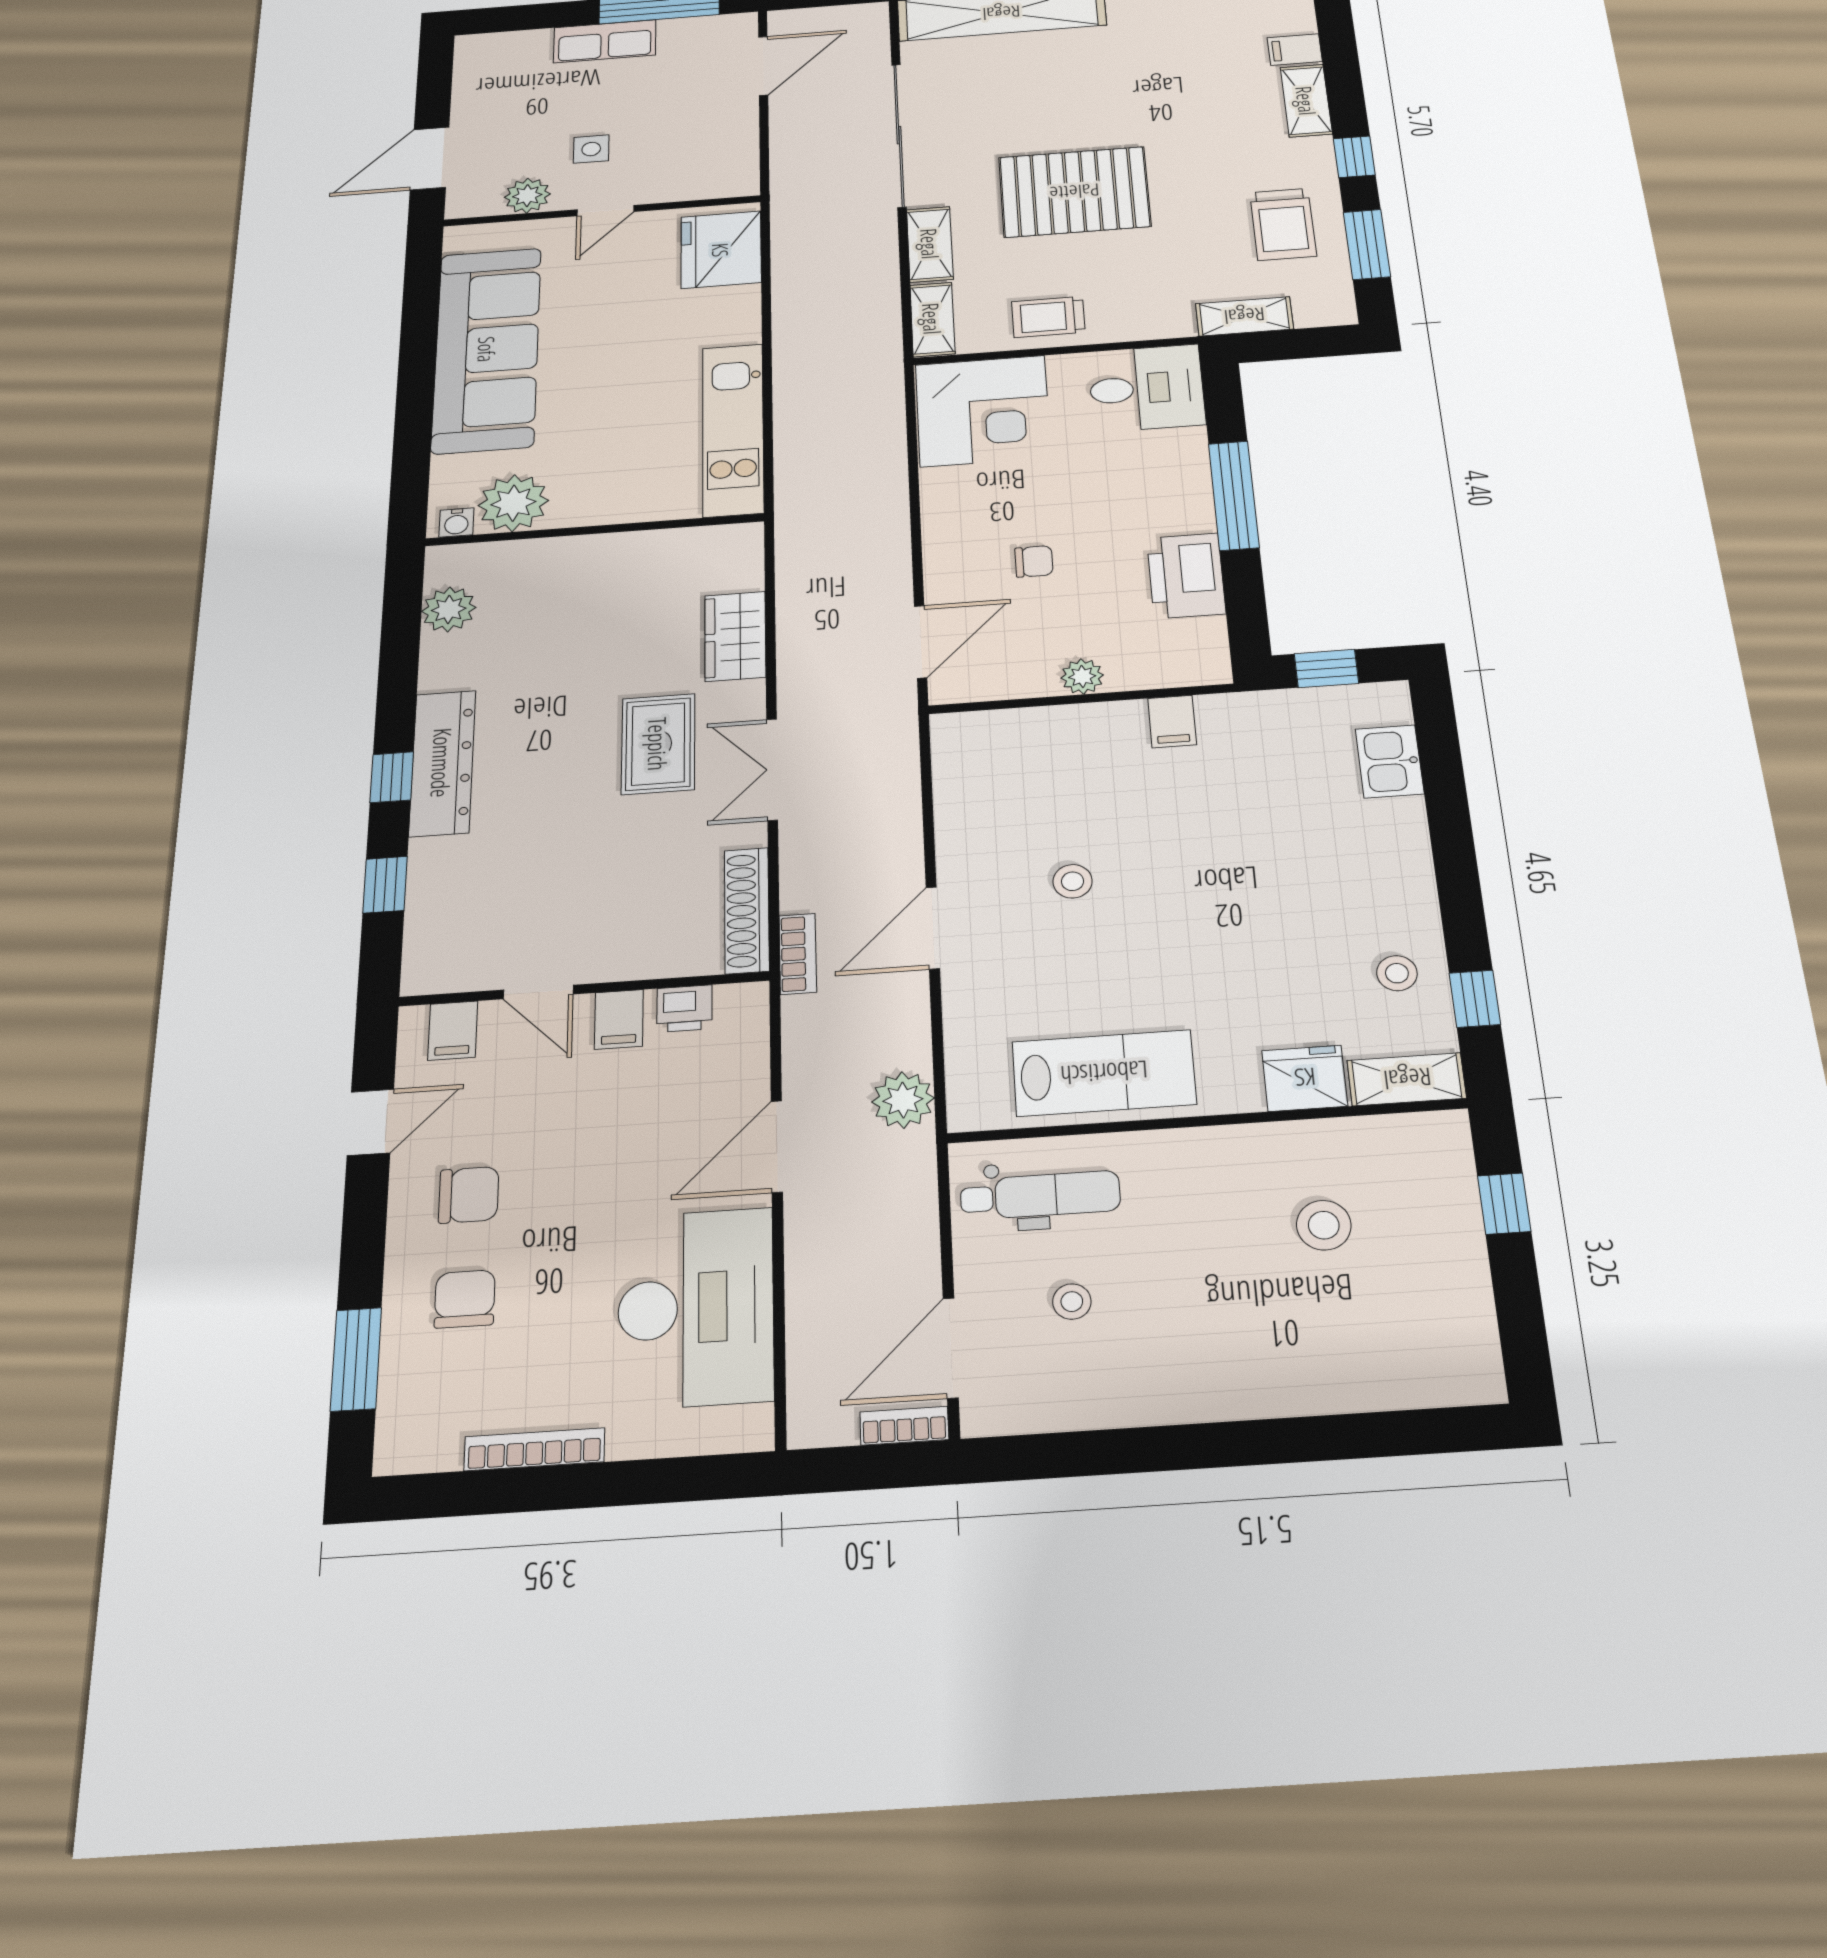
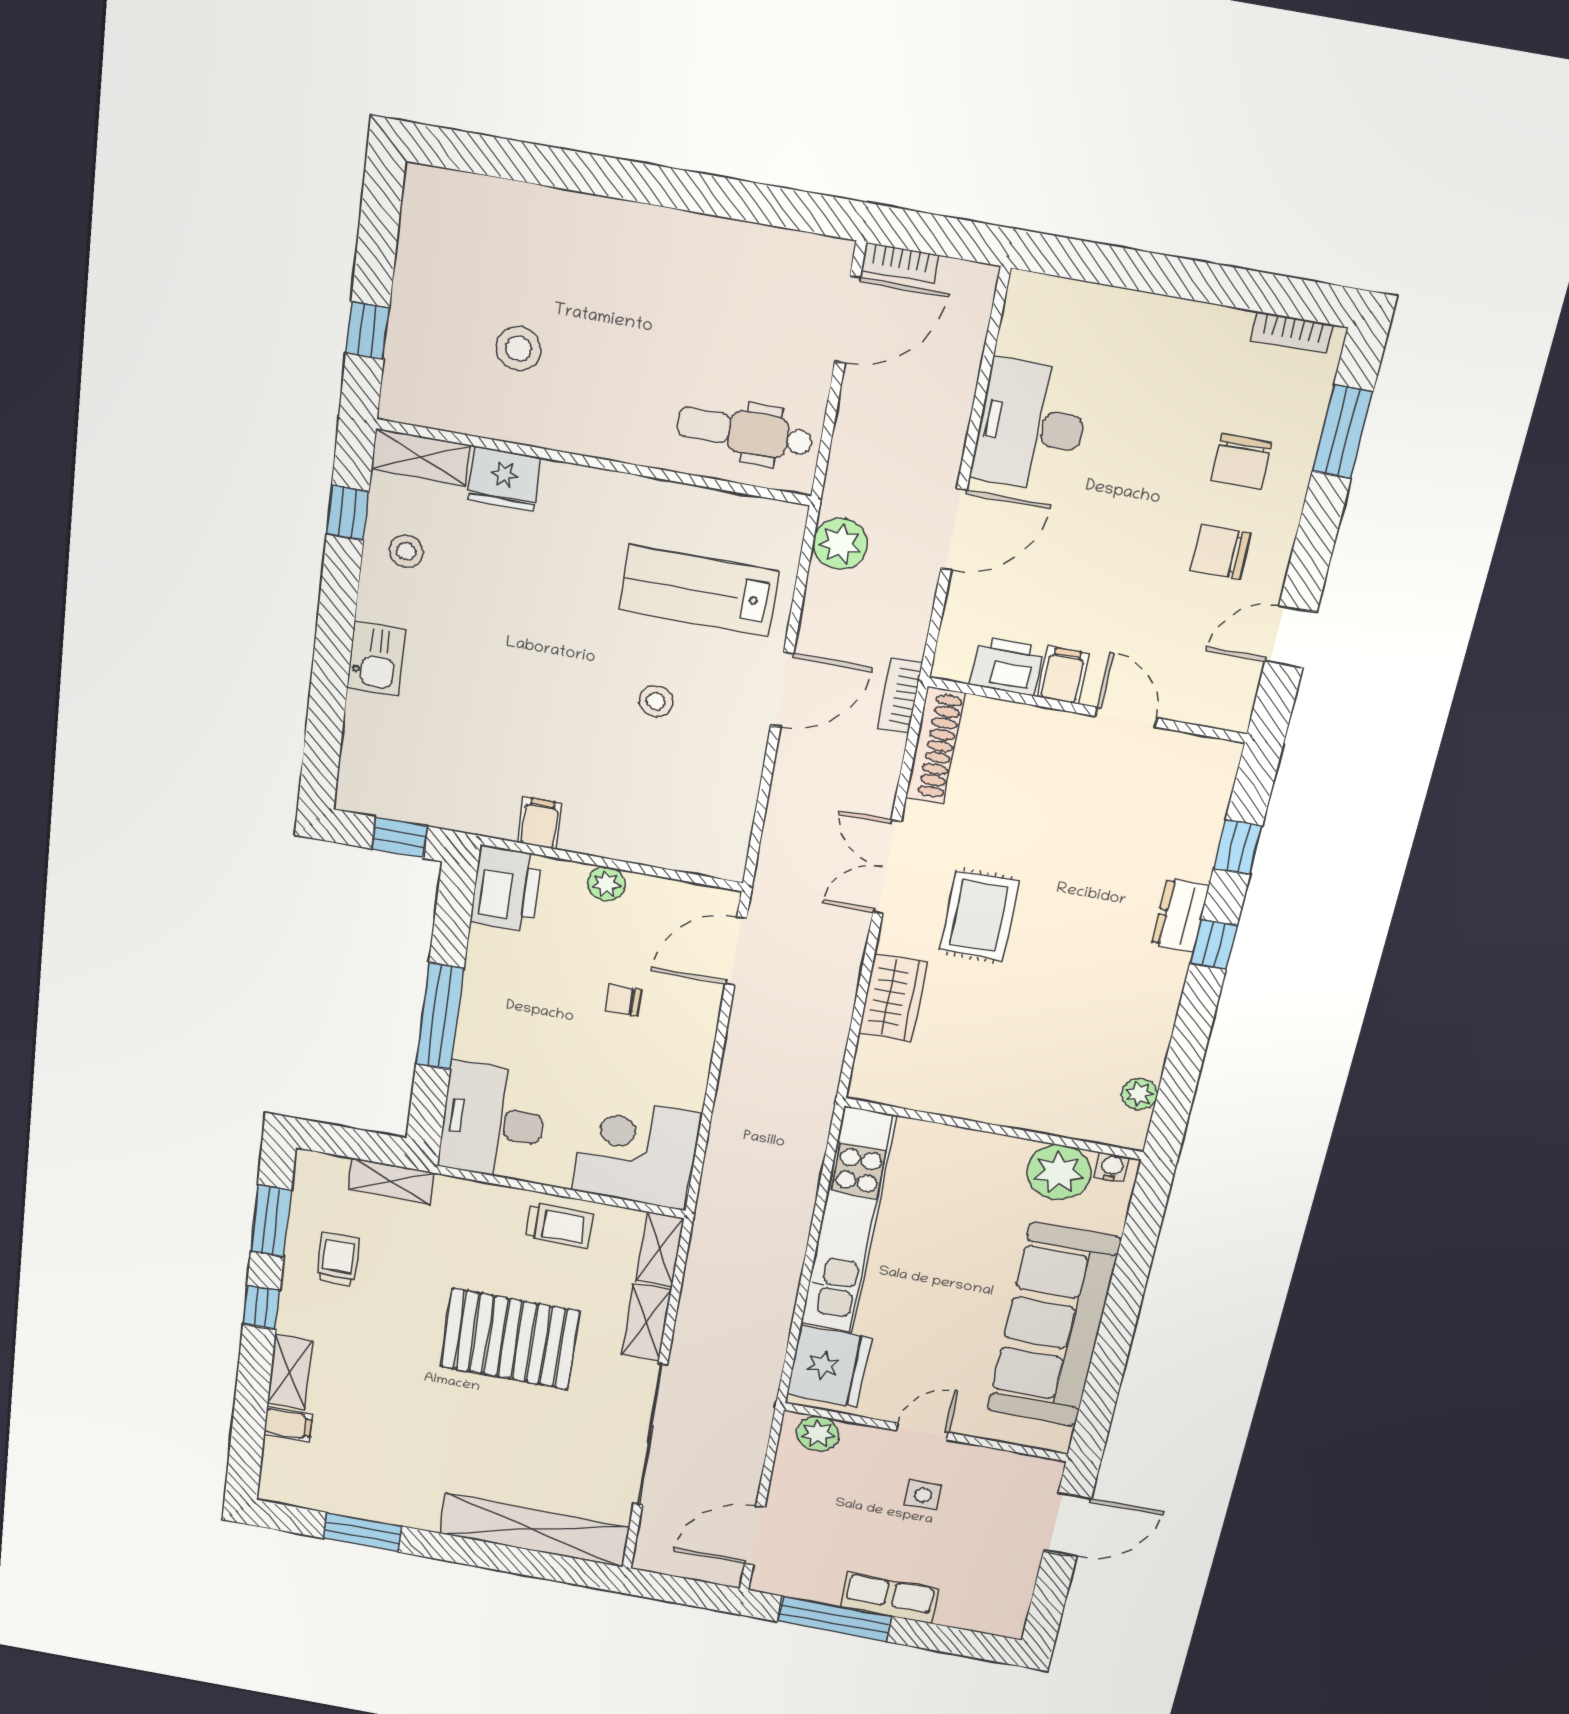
plant: (527, 196) -> (818, 1434), moved
trolley: (1283, 224) -> (338, 1259), width x0.73, depth x0.72
desk: (1146, 388) -> (493, 1121), width x1.37
kitchen unit: (733, 430) -> (849, 1221), width x1.36
printer: (1186, 576) -> (506, 889), moved
plant: (449, 609) -> (1140, 1094), width x0.73, depth x0.73
kitchen sink: (1390, 761) -> (376, 658), moved
dresser: (442, 763) -> (1180, 915), width x0.51, depth x0.80
double door: (772, 769) -> (887, 867), swing flipped
printer: (684, 1009) -> (1007, 666), width x1.36, depth x1.24
filing cabinet: (453, 1031) -> (1206, 701), removed
lab bench: (1104, 1073) -> (698, 591), moved
stool: (1072, 1302) -> (739, 335), removed
desk: (696, 1308) -> (1031, 426), width x0.73, depth x0.77
bookcase: (534, 1449) -> (1292, 332), moved, width x0.64

